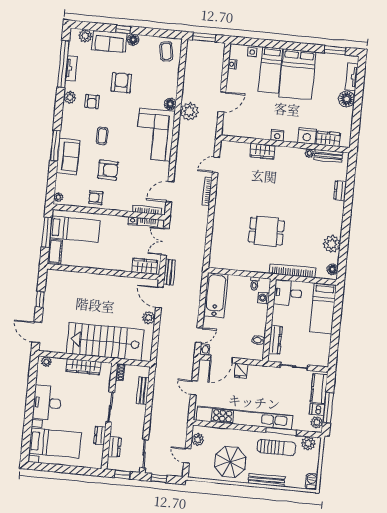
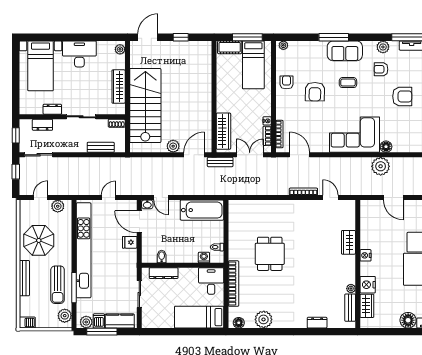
sofa: (68, 156) -> (345, 51), moved
wardrobe: (145, 266) -> (223, 131), width x1.50

